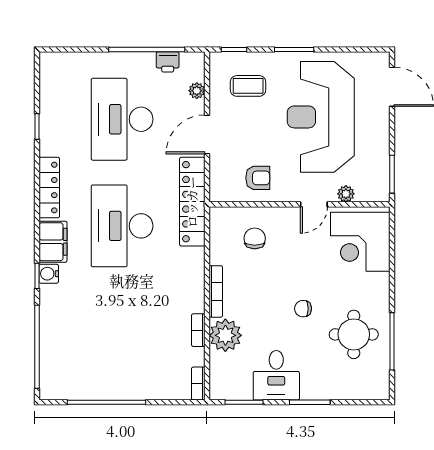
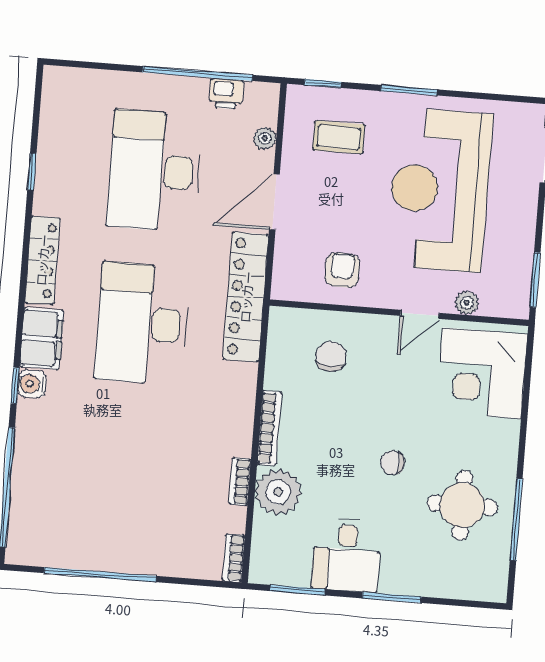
armchair: (258, 178) -> (342, 270), turned -90

